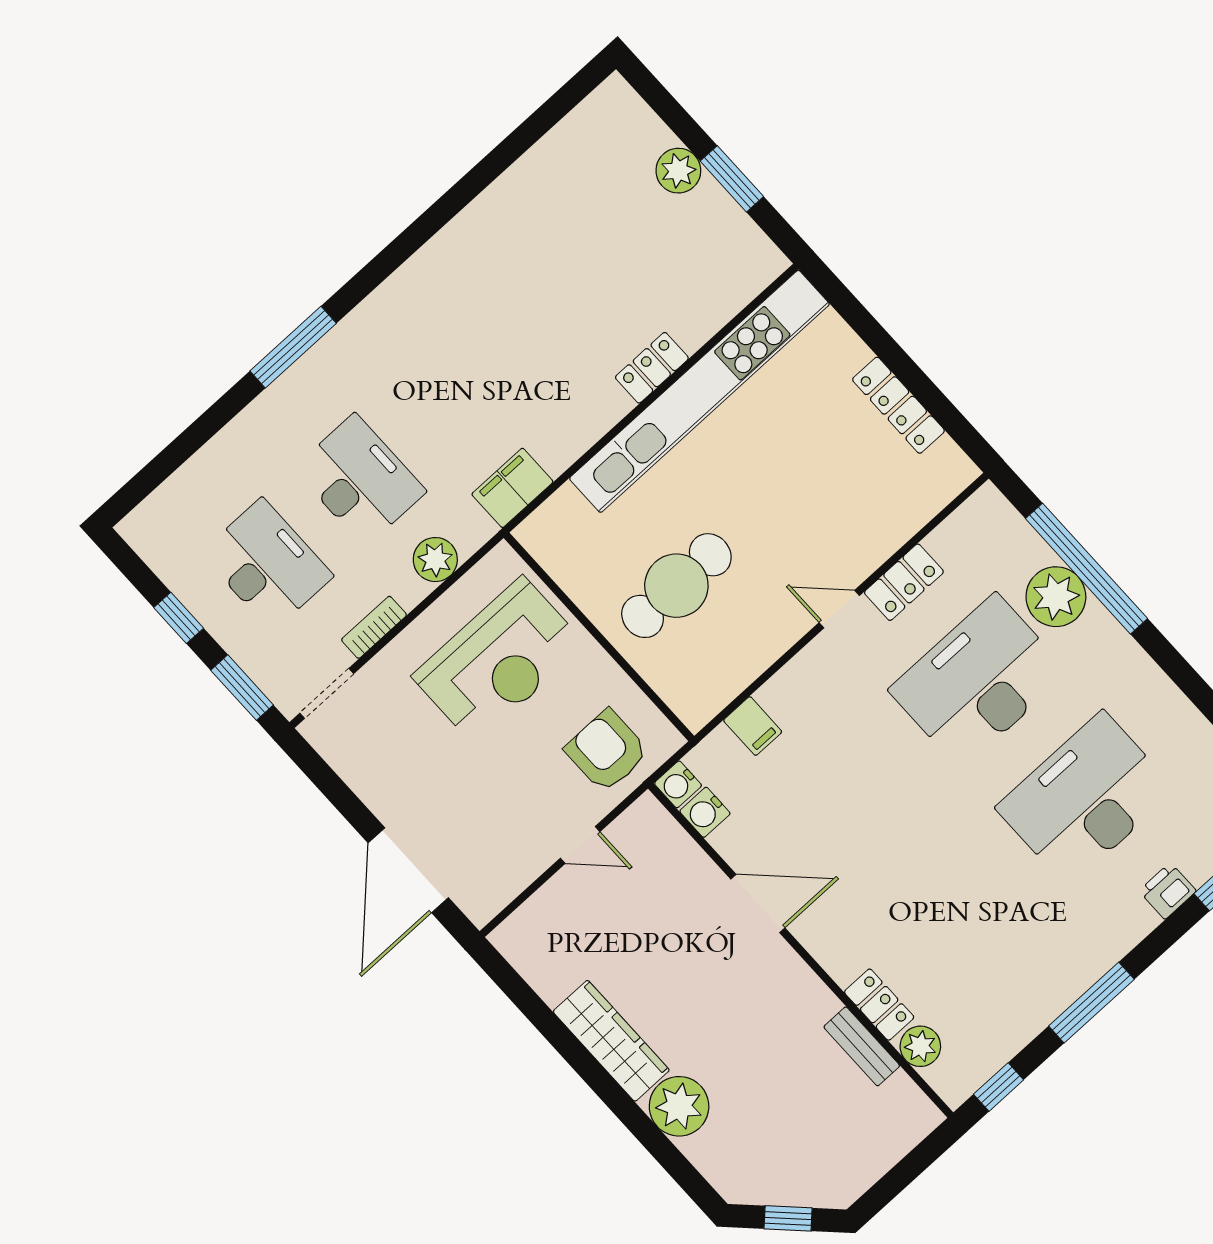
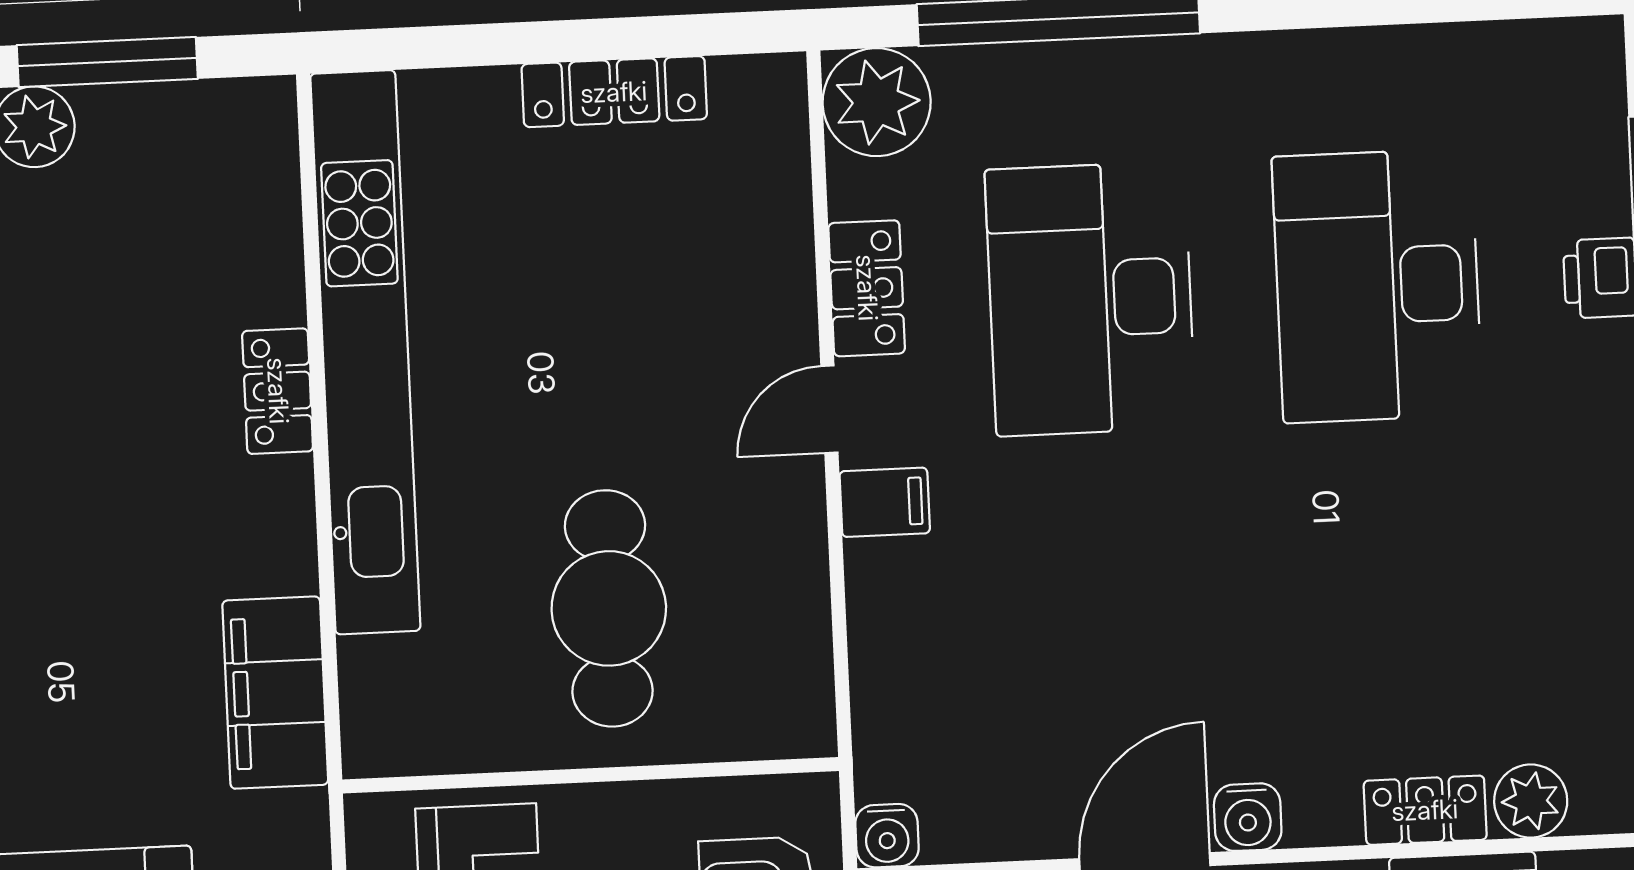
window: (732, 179) -> (107, 62), width x1.44
filing cabinet: (512, 488) -> (275, 693), width x1.50, depth x1.17
plant: (1056, 597) -> (877, 102), moved
filing cabinet: (753, 726) -> (885, 502), moved
water cooler: (705, 812) -> (1248, 817), moved

